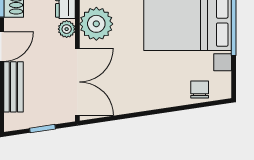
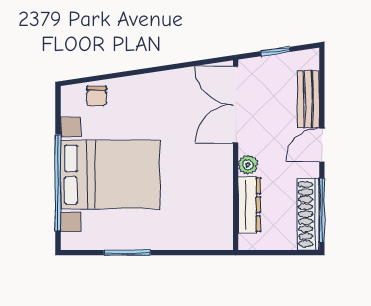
plant: (96, 24) -> (214, 171), removed

